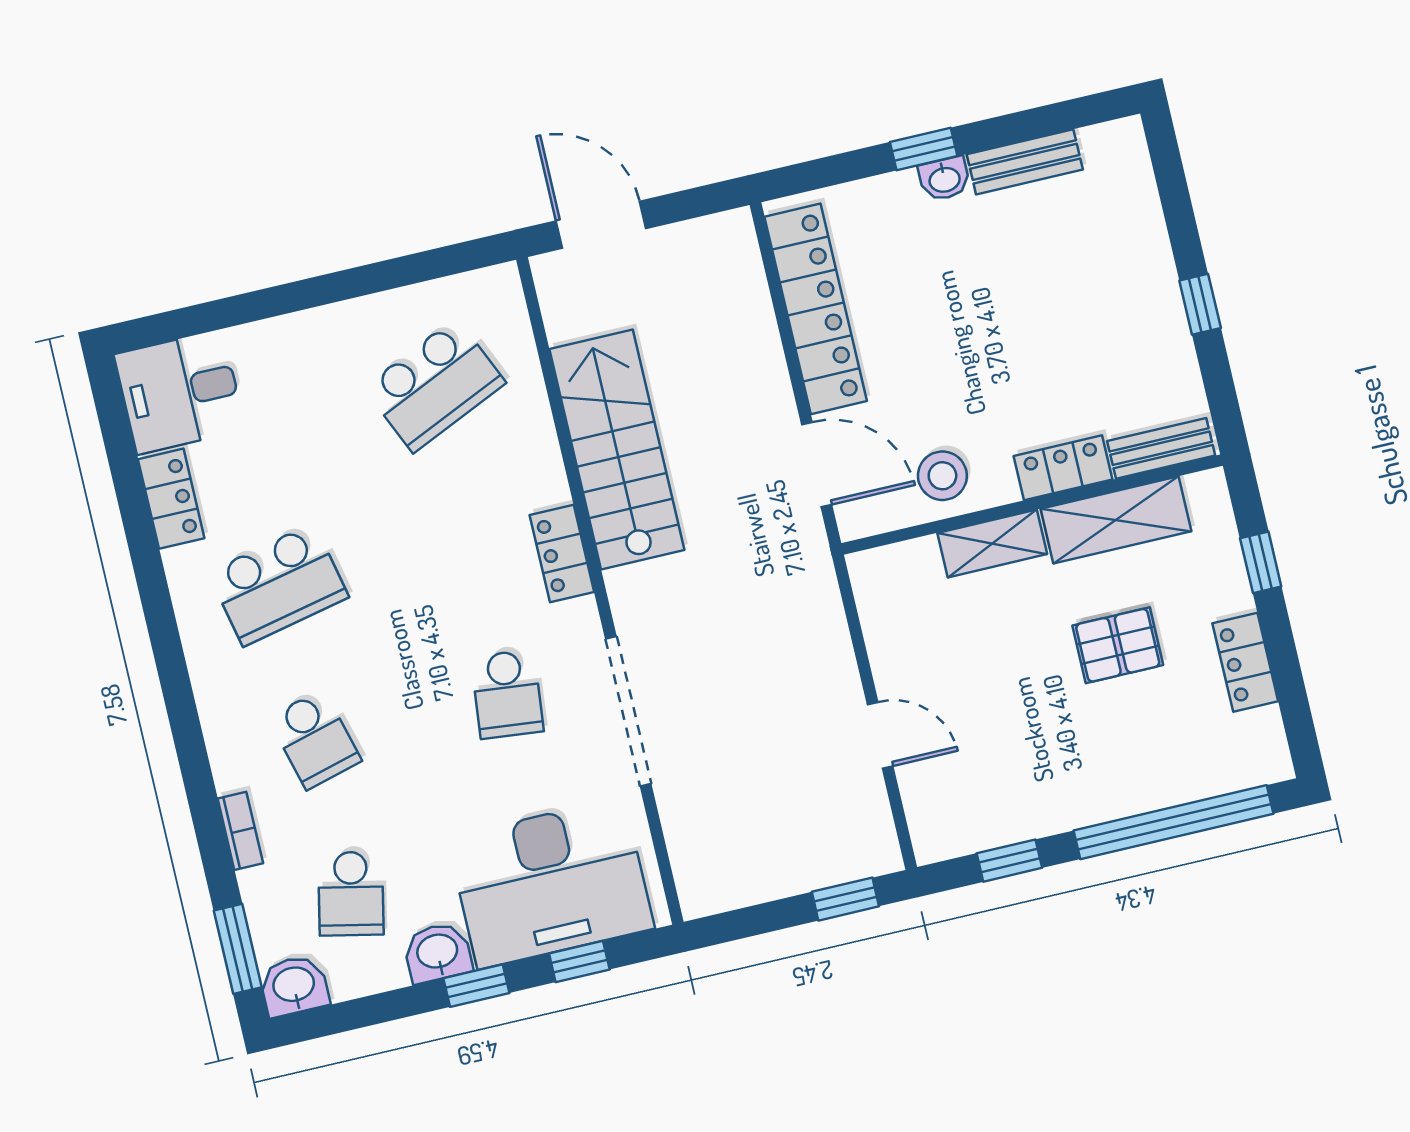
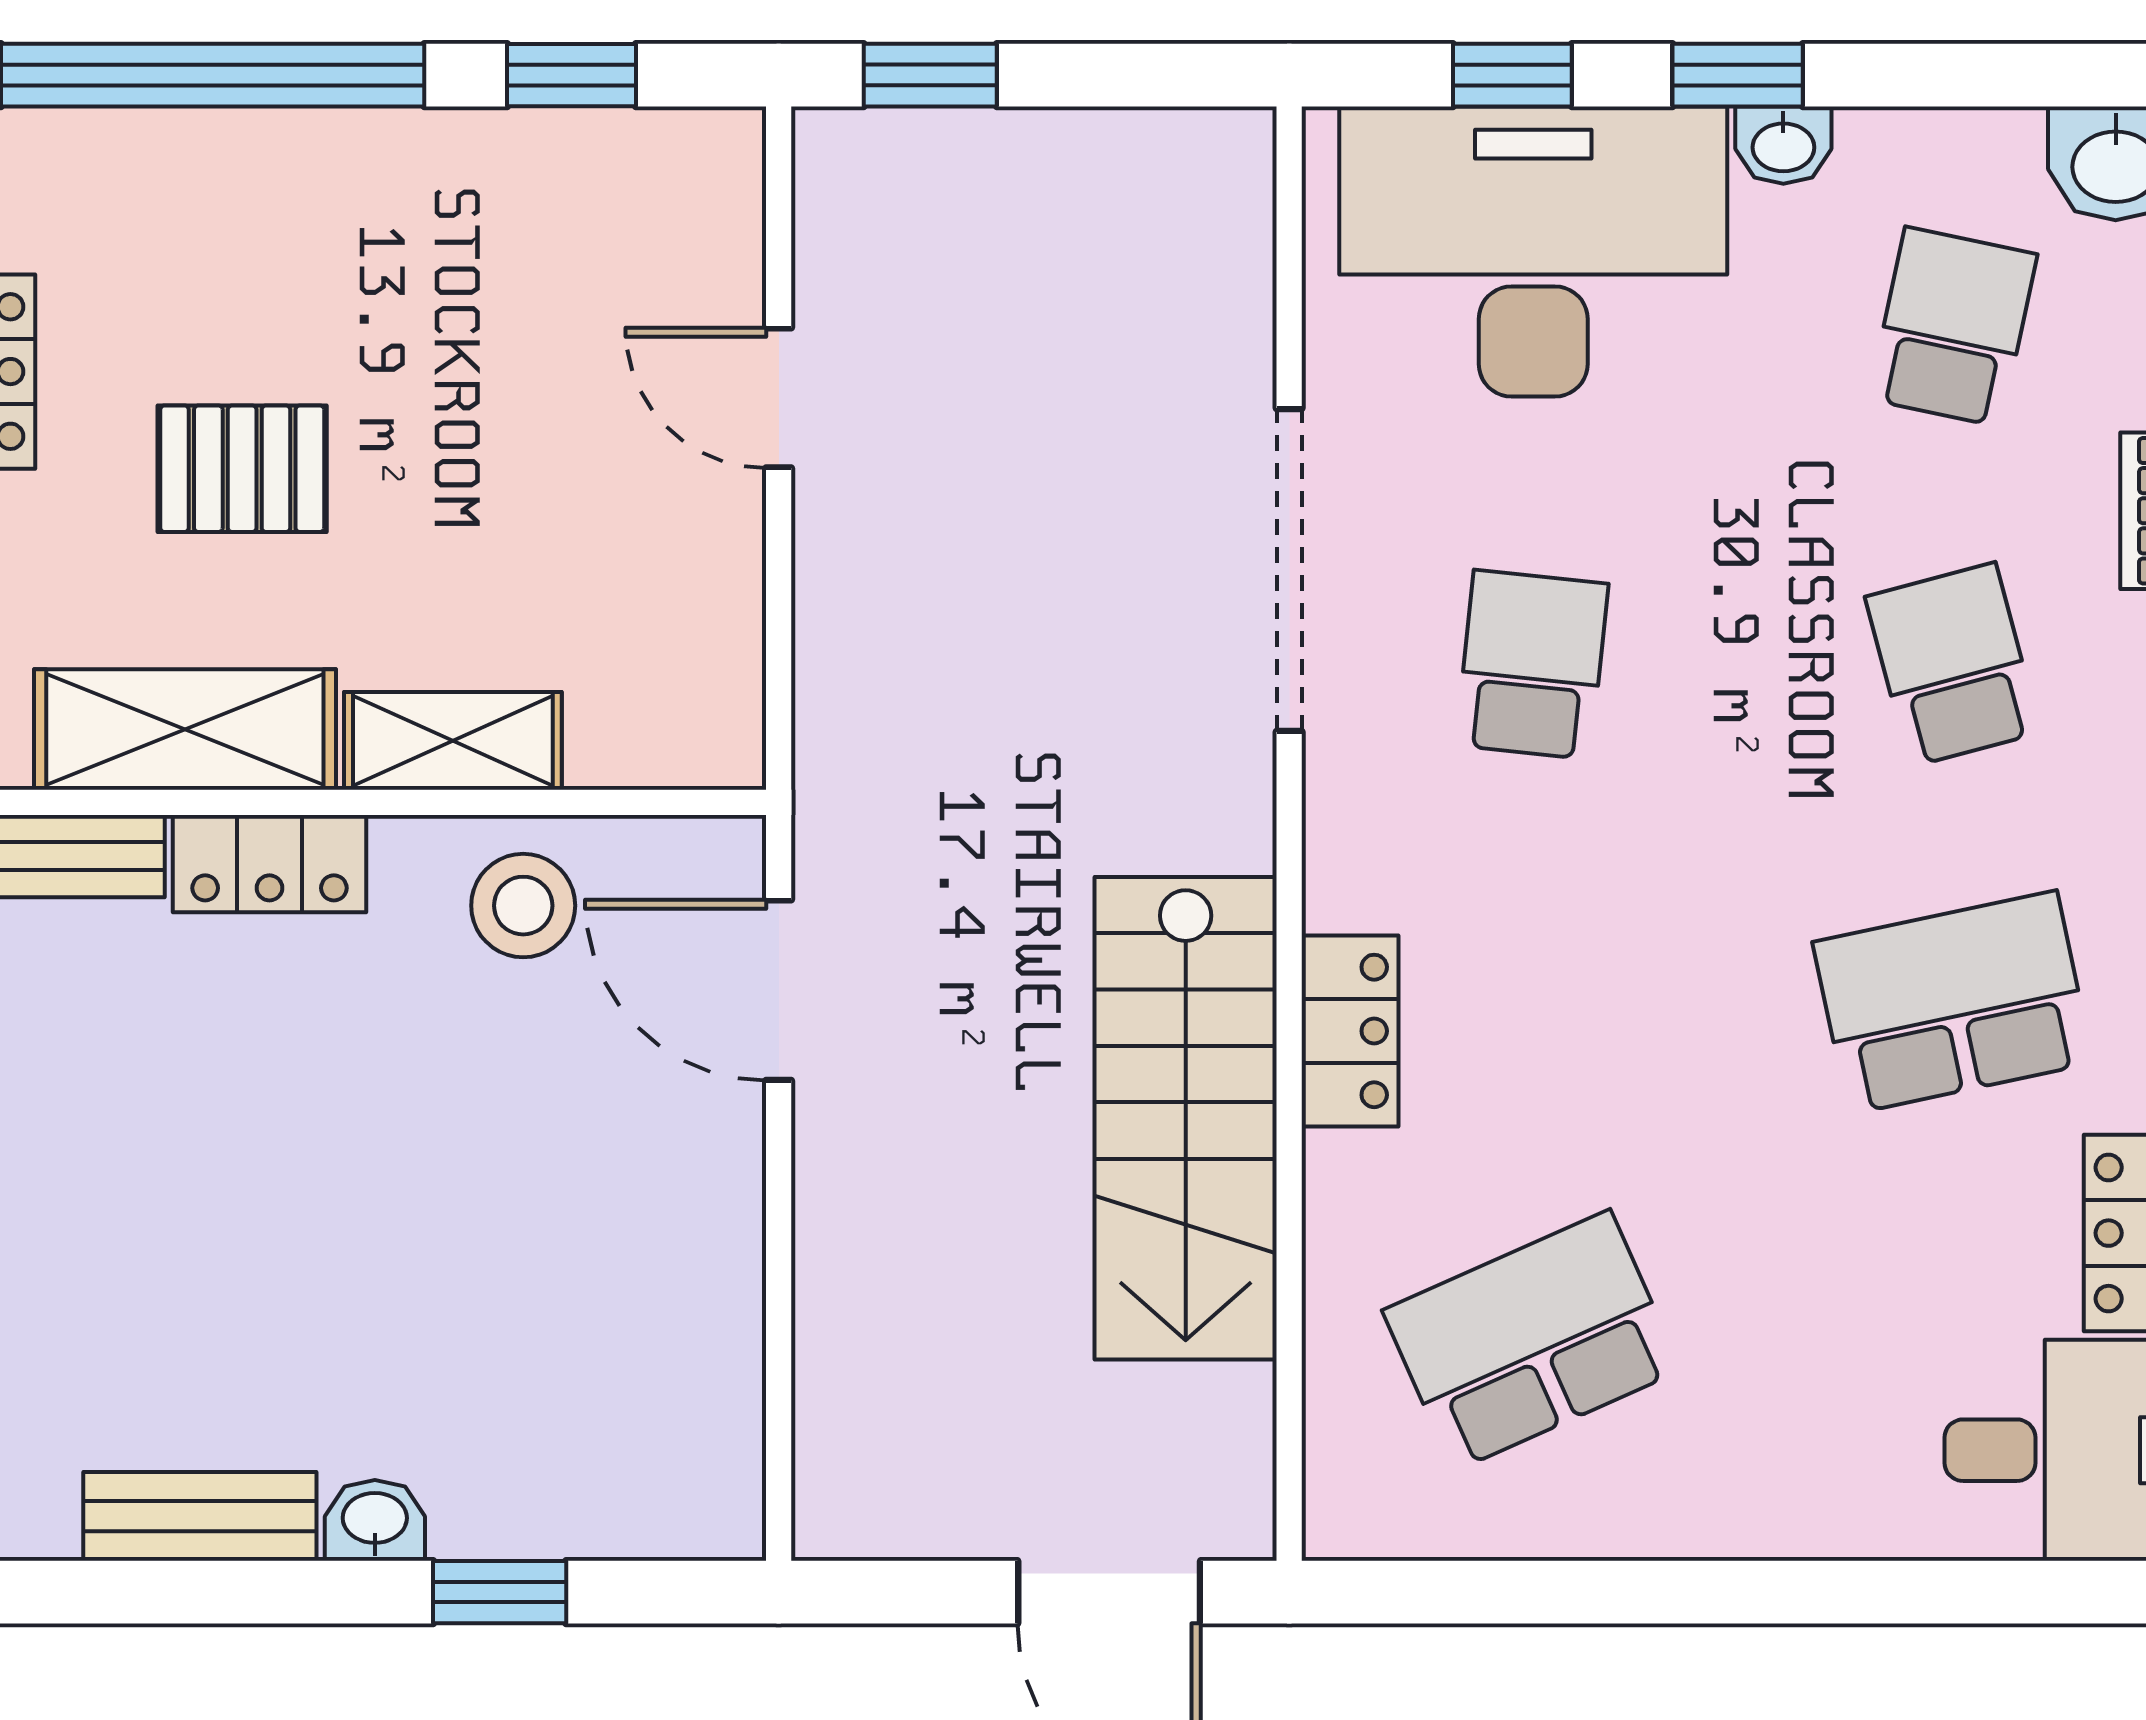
window: (924, 149) -> (500, 1592), moved
locker: (816, 309) -> (705, 1313), removed
locker: (562, 553) -> (1350, 1031), moved
washbasin: (438, 953) -> (1783, 145), width x0.72, depth x0.69

